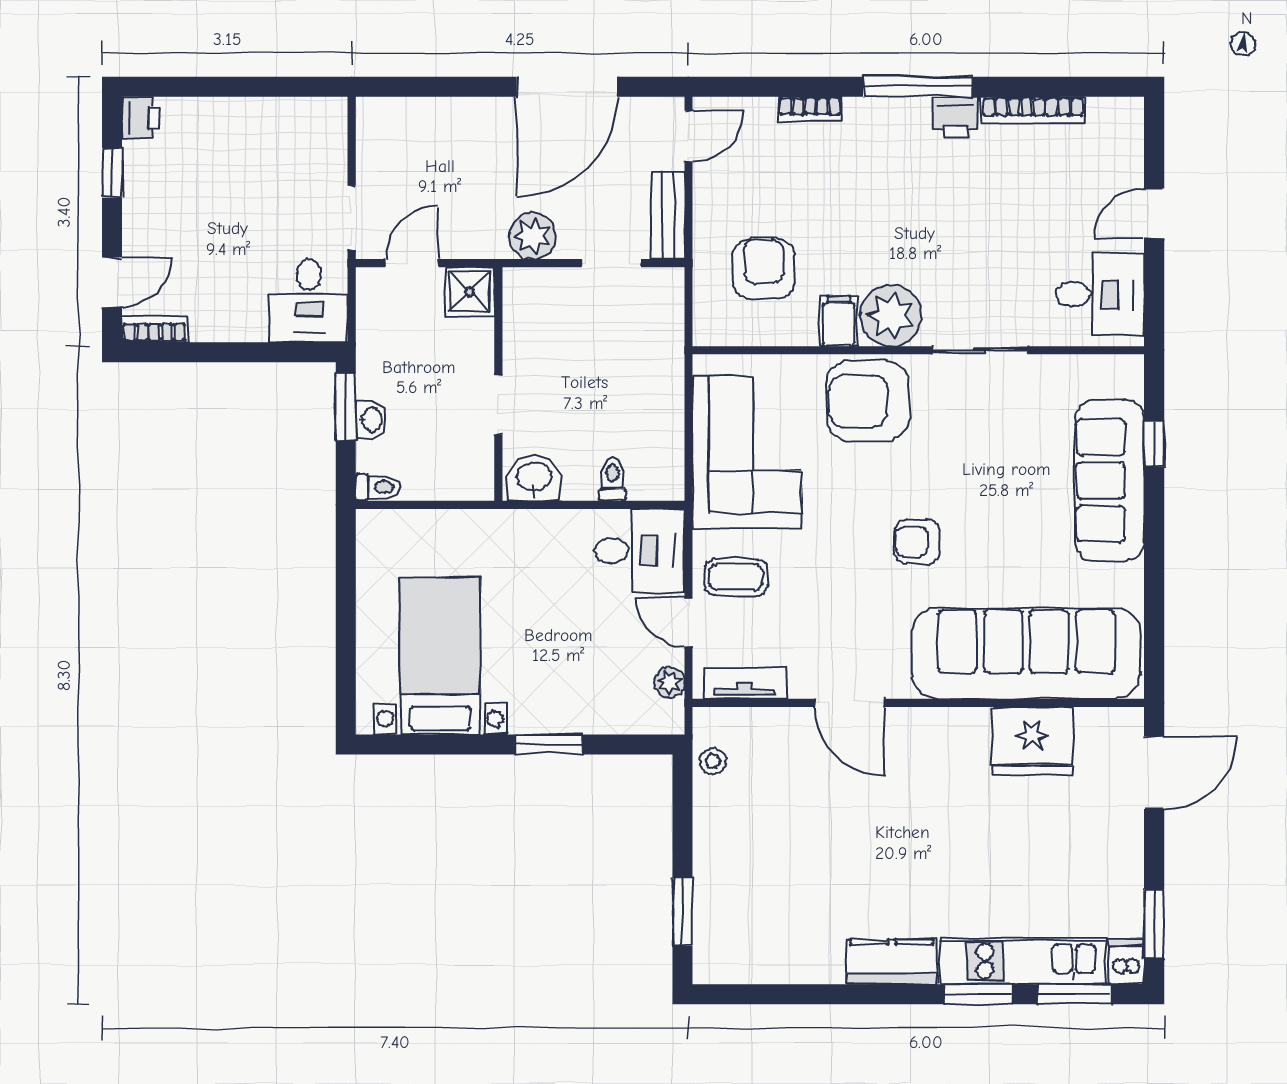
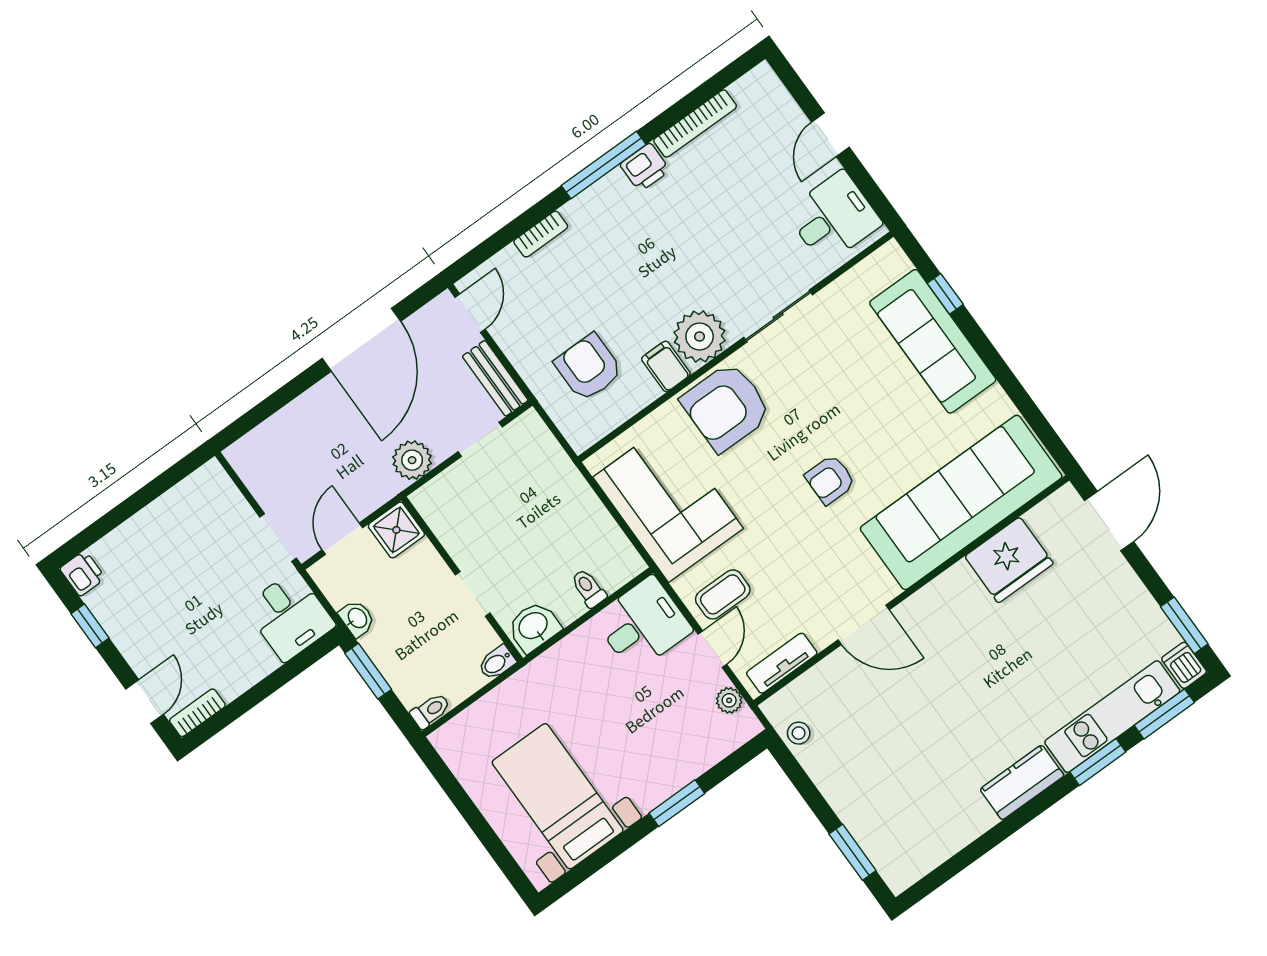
washbasin: (371, 420) -> (357, 618), moved
bidet: (474, 487) -> (497, 663), added
door: (689, 622) -> (712, 649), swing flipped

